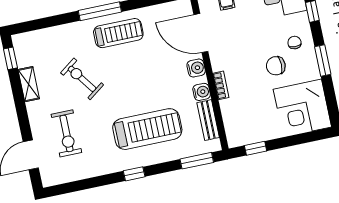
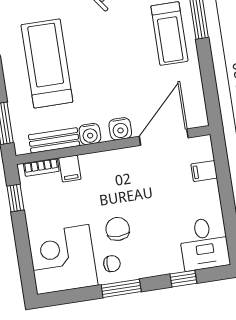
chair: (294, 43) -> (112, 264), moved
bookcase: (221, 85) -> (41, 167), moved
filing cabinet: (230, 106) -> (70, 169), added
treadmill: (147, 129) -> (47, 63), turned 180

